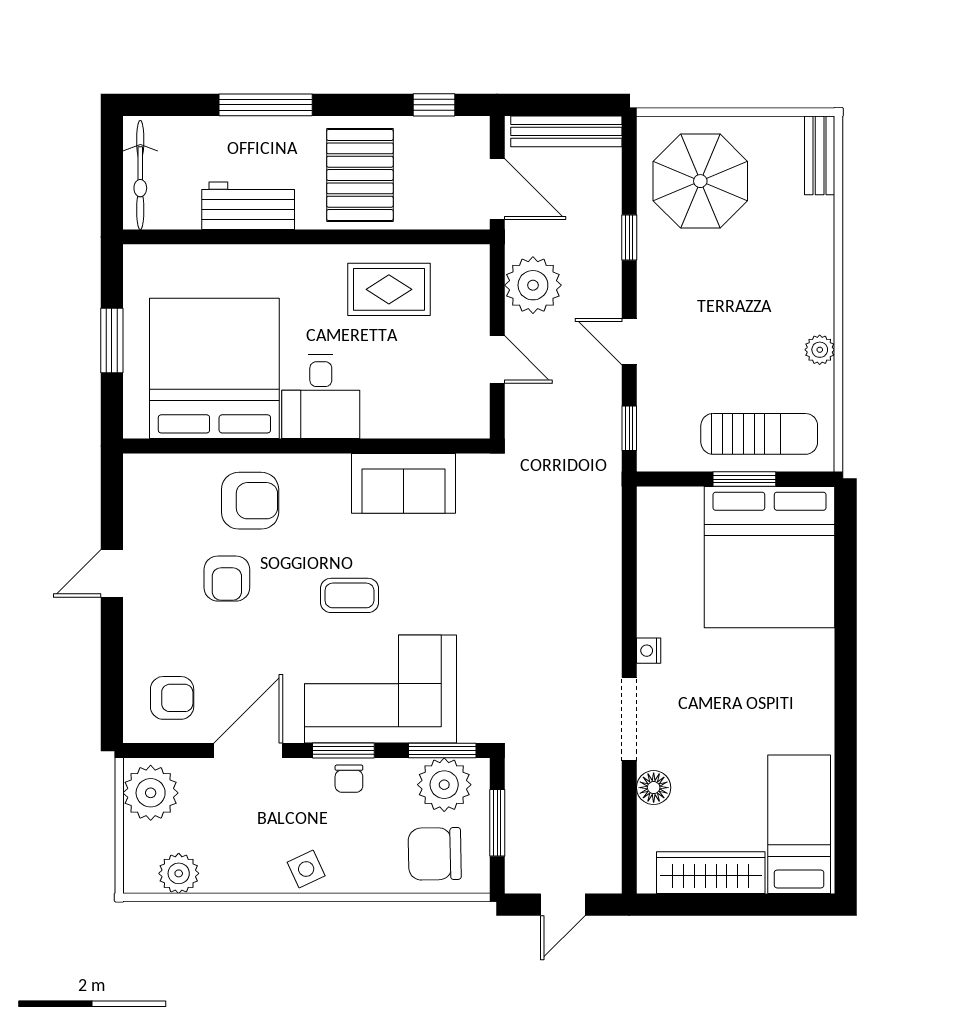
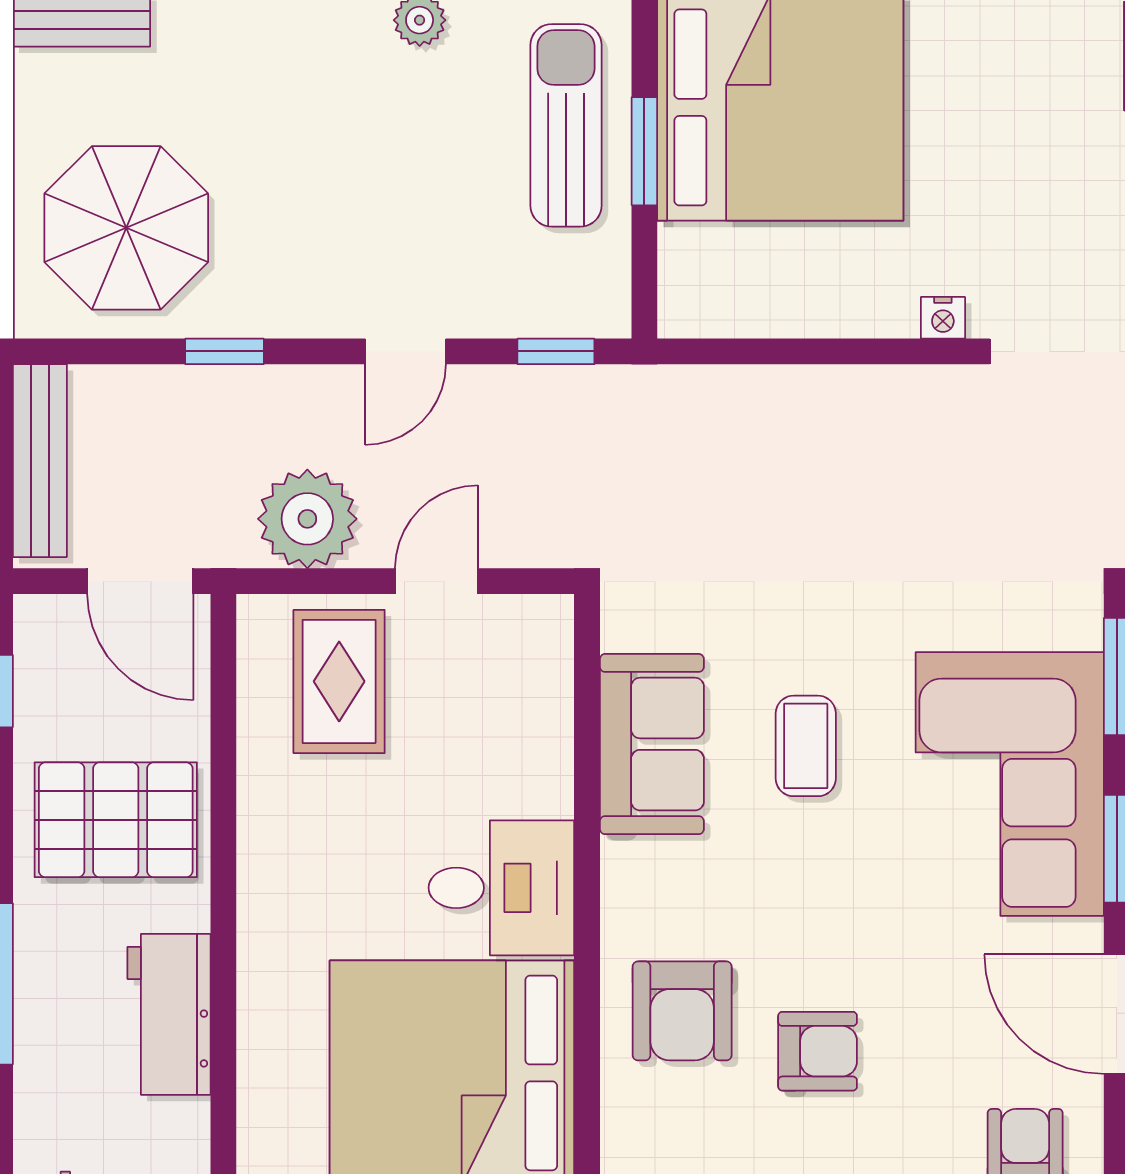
door: (497, 189) -> (140, 581), swing flipped
rug: (389, 289) -> (339, 681), moved
armchair: (250, 501) -> (682, 1011), turned 180
coffee table: (349, 595) -> (806, 746), moved

